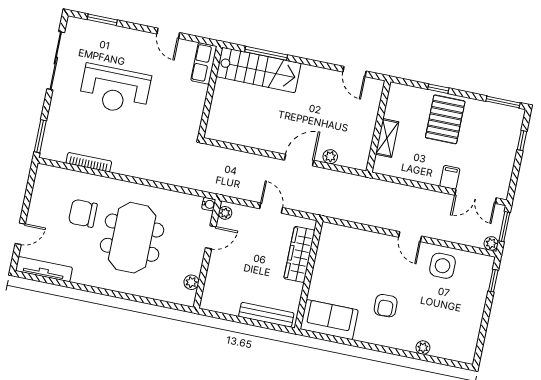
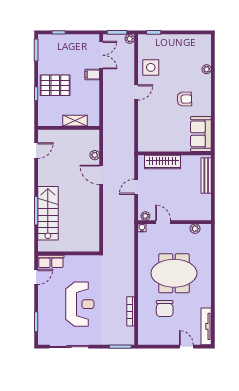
row of seats: (204, 63) -> (51, 261), moved
wall: (210, 92) -> (69, 253), moved

